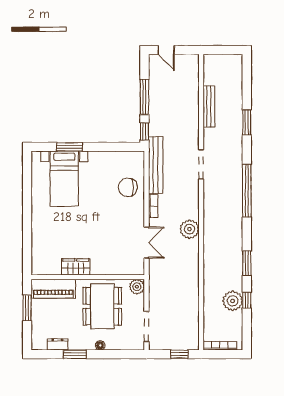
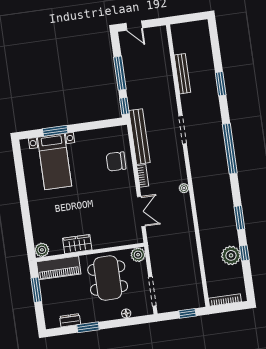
plant: (189, 229) -> (184, 188), width x0.53, depth x0.53
plant: (39, 268) -> (42, 250), added
floor lamp: (100, 345) -> (126, 313), moved

